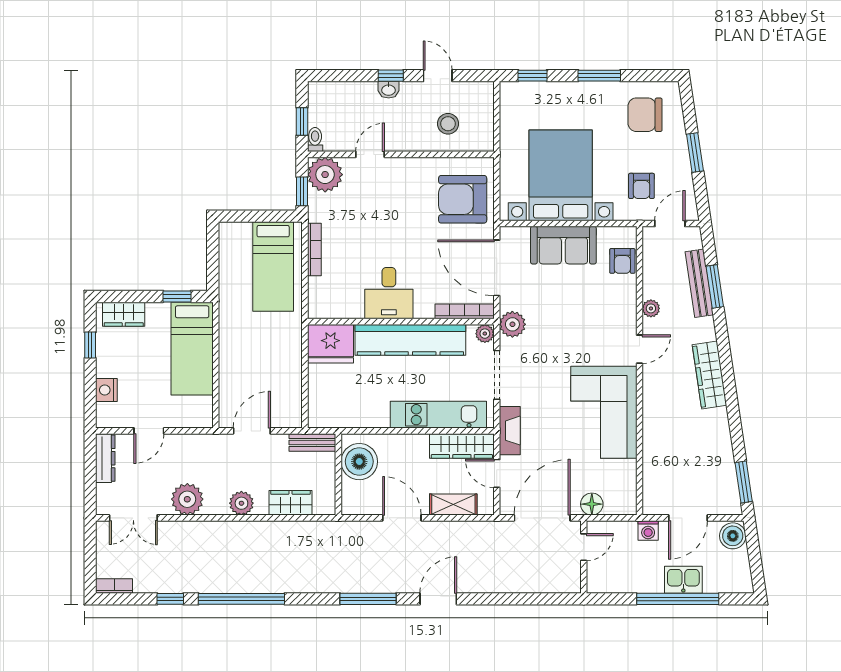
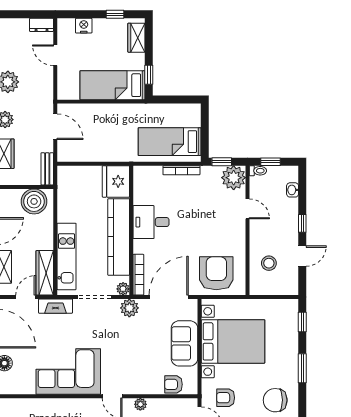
washbasin: (389, 90) -> (293, 190), moved
chair: (645, 115) -> (275, 400), turned -90
dresser: (105, 458) -> (42, 25), width x0.70

